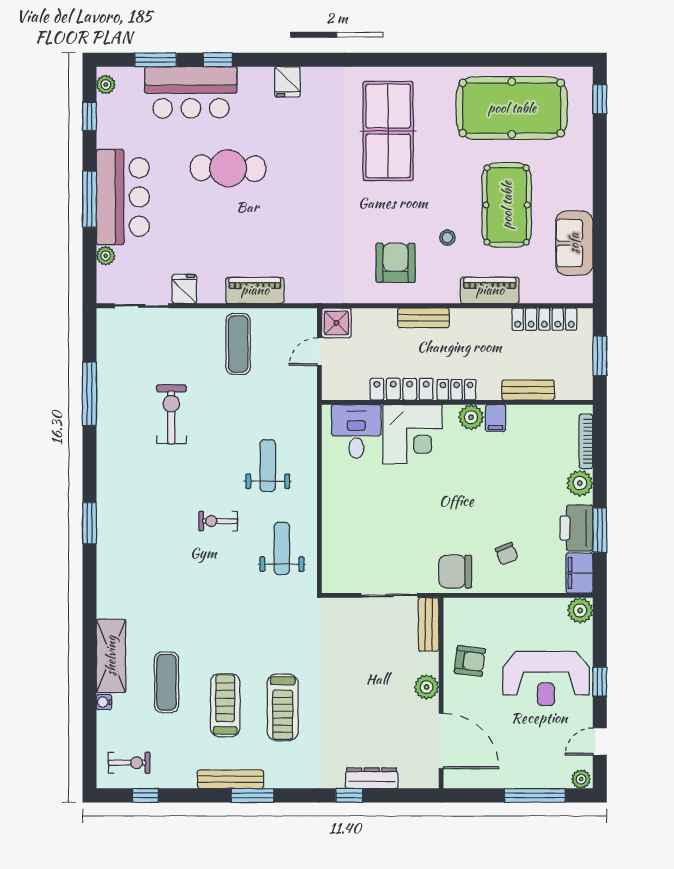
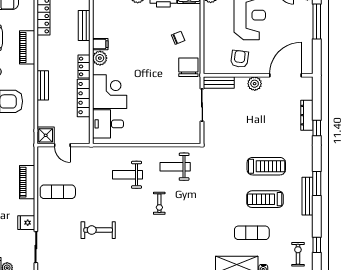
chair: (455, 572) -> (188, 67), turned 180

